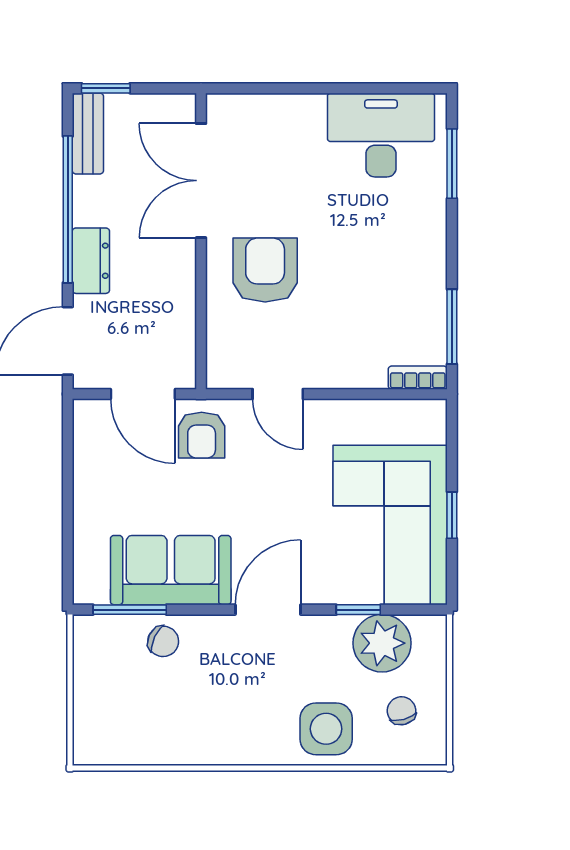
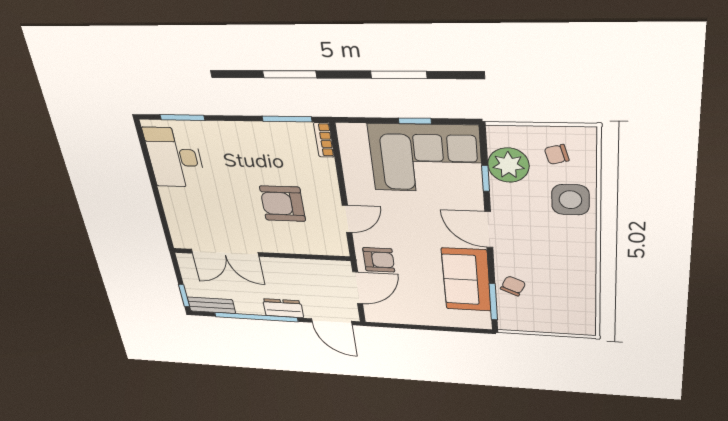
armchair: (265, 270) -> (283, 204), moved

